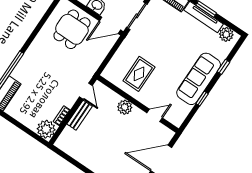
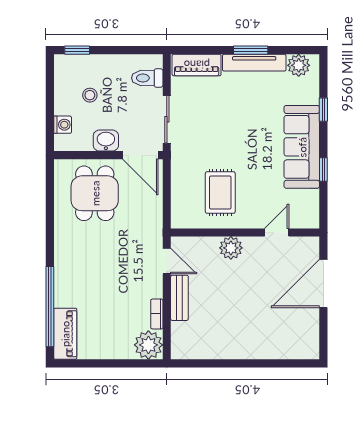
door: (110, 25) -> (140, 155), hinge flipped

